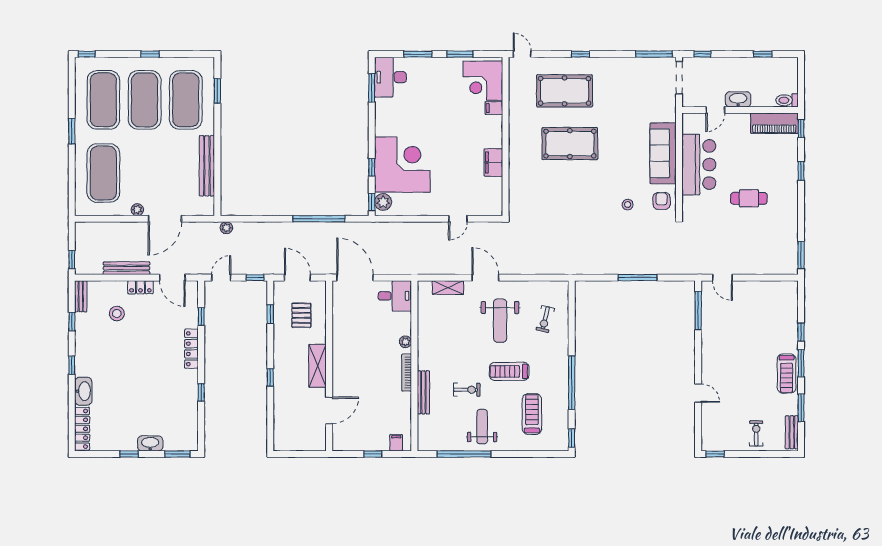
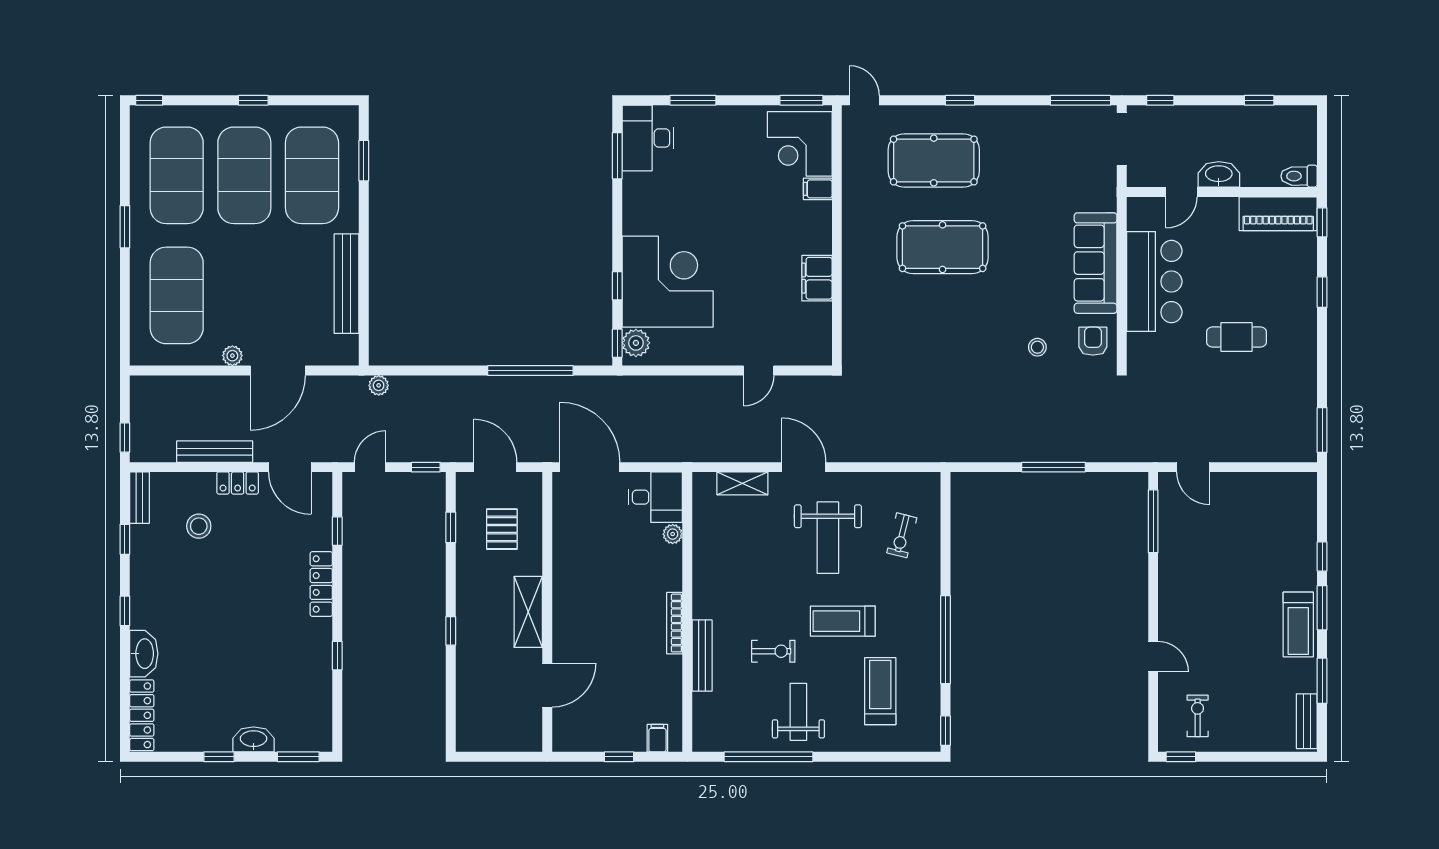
window: (460, 54) -> (801, 100), moved
plant: (405, 342) -> (673, 534), moved
exercise bike: (756, 433) -> (1198, 716), moved

